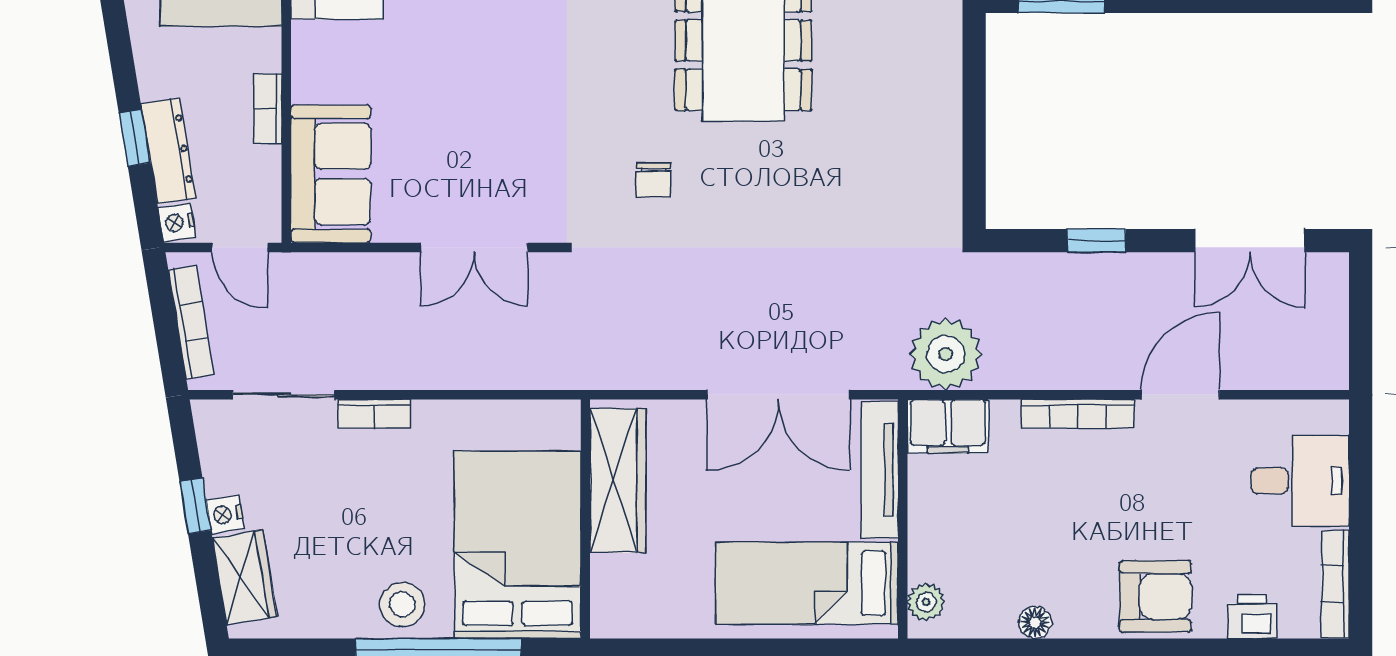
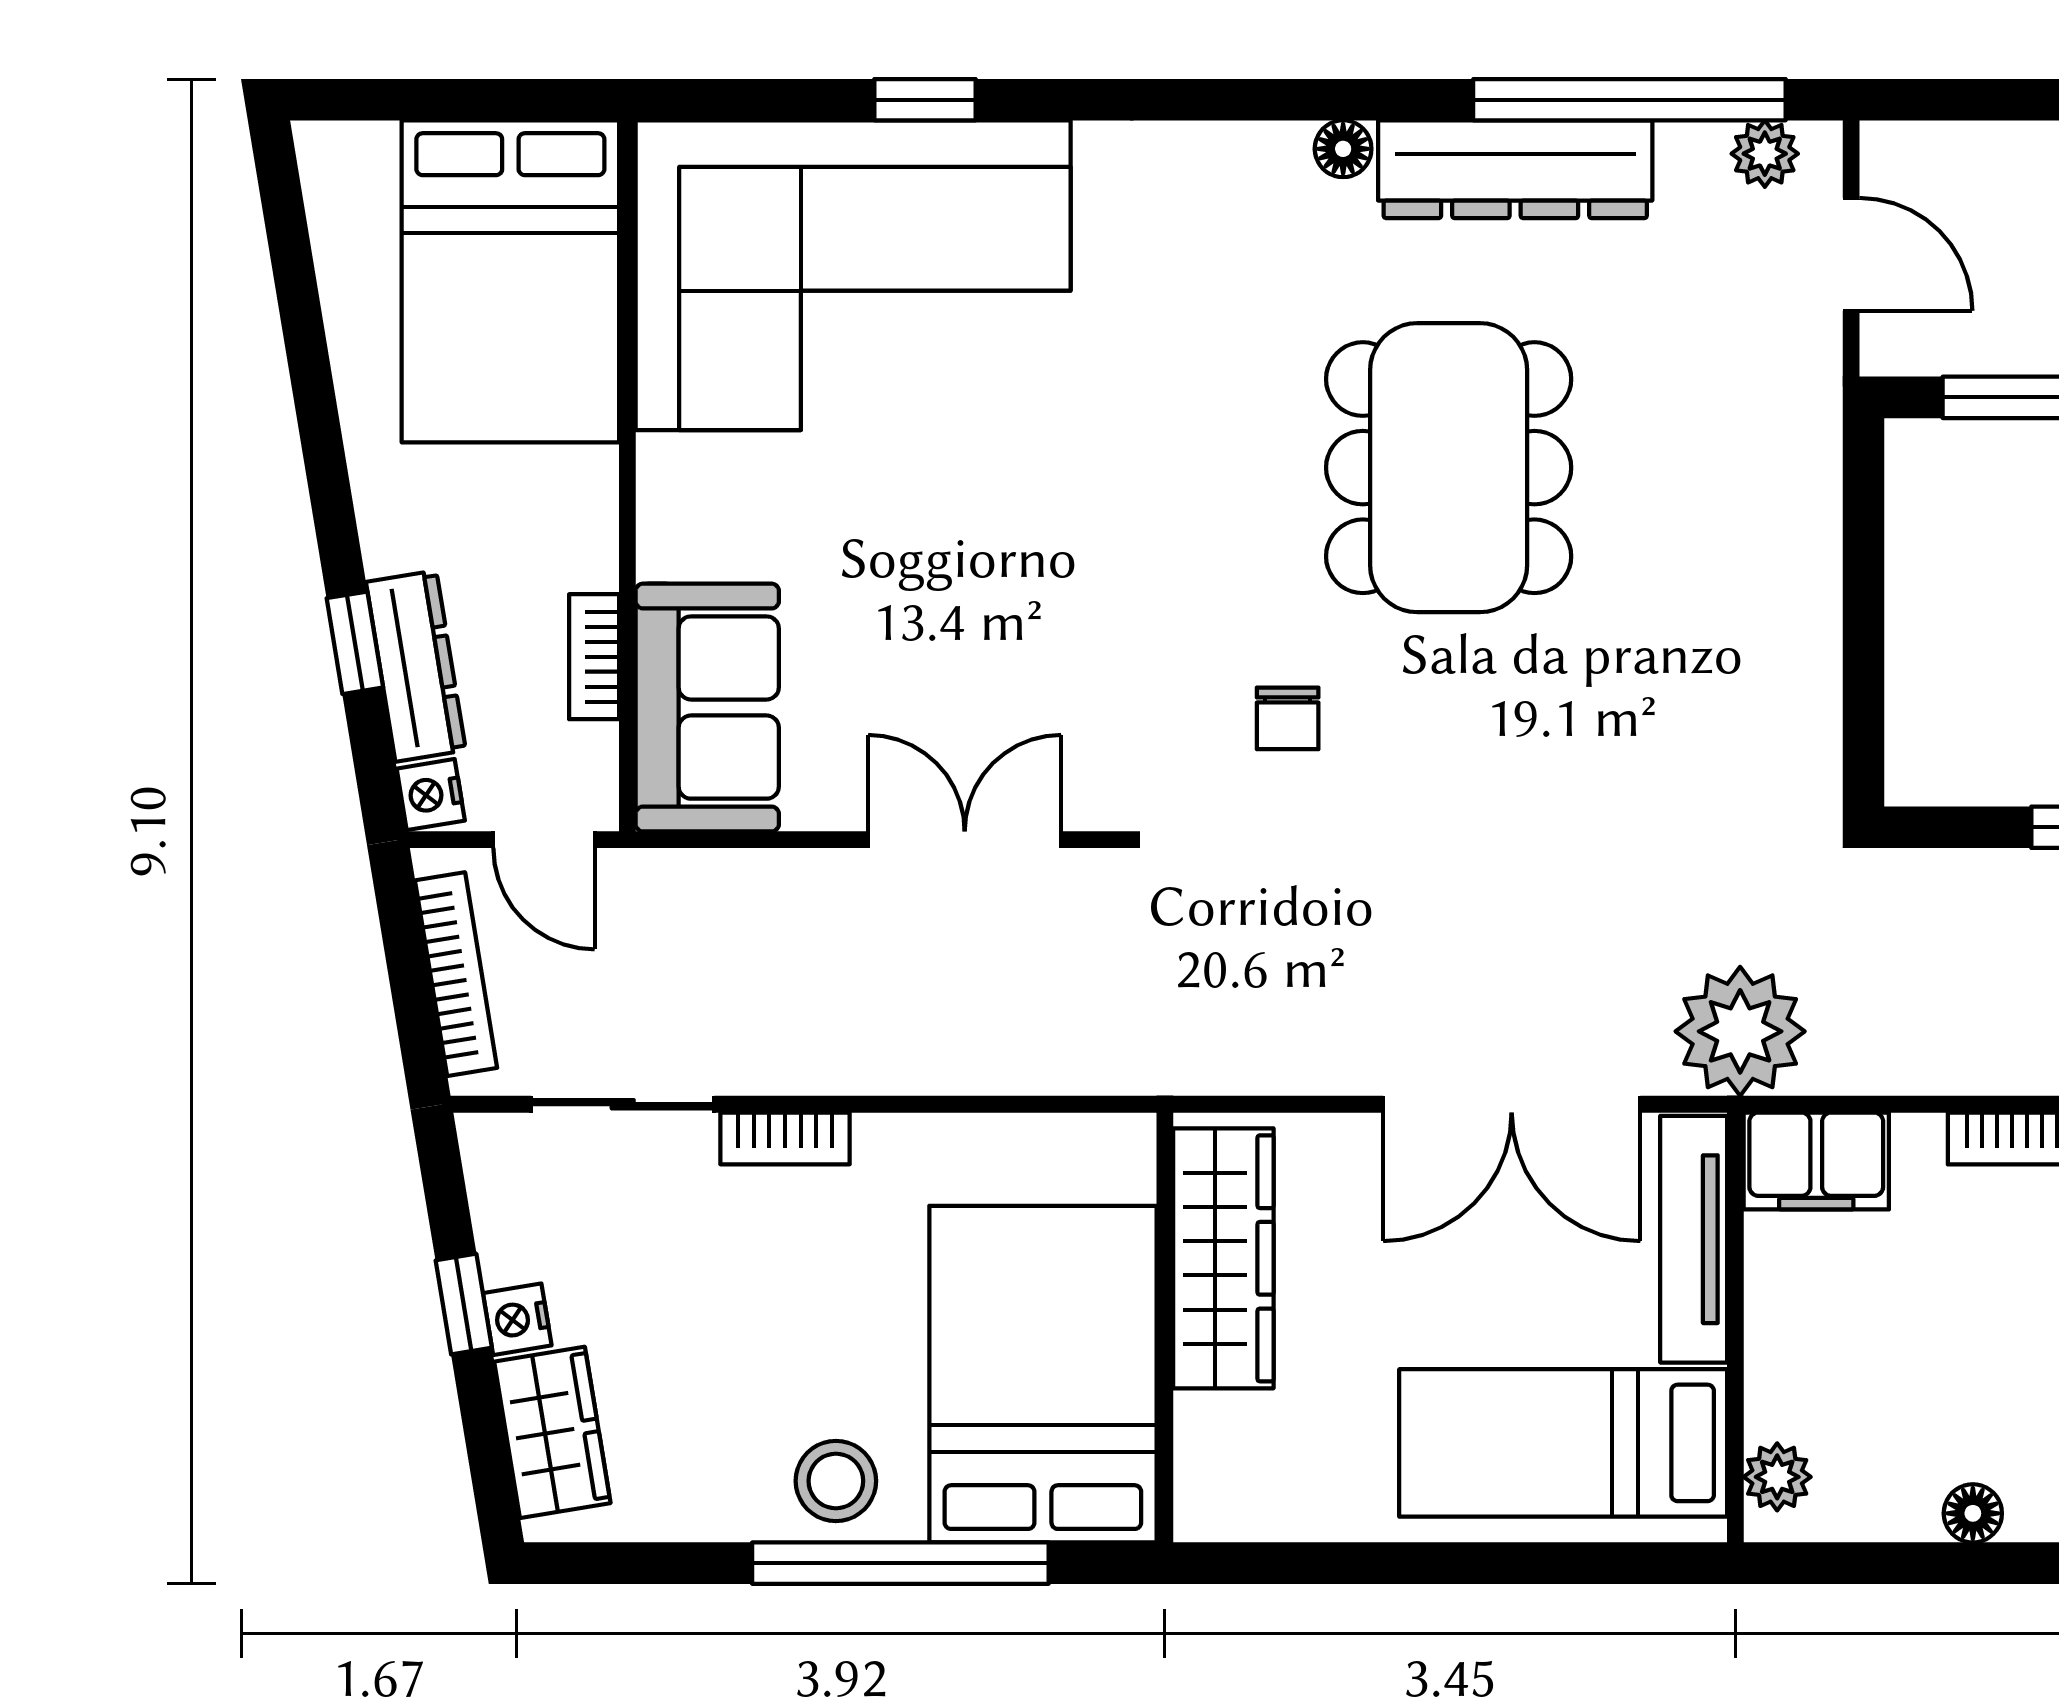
bookcase: (268, 109) -> (594, 657), moved
double door: (474, 247) -> (965, 840), swing flipped
plant: (946, 354) -> (1740, 1031), moved

